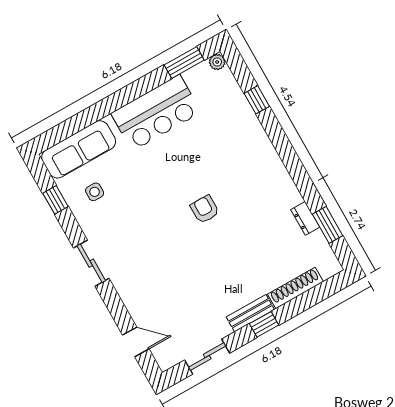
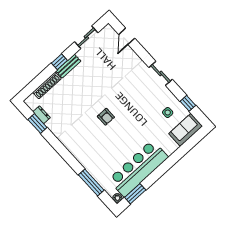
window: (257, 100) -> (91, 182), width x2.17
bar counter: (156, 113) -> (138, 168), width x1.36
sofa: (79, 149) -> (186, 130), width x0.73
dresser: (305, 218) -> (42, 115), moved
door: (136, 342) -> (127, 36), hinge flipped

